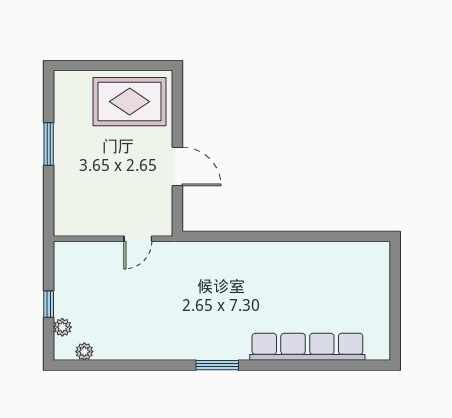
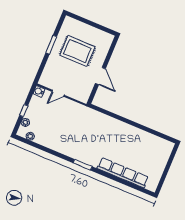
rug: (130, 102) -> (77, 51), moved
door: (138, 239) -> (58, 93), moved
water cooler: (64, 251) -> (39, 91), added

